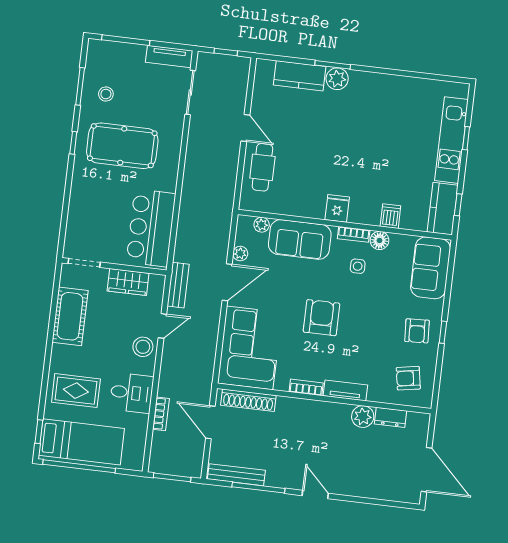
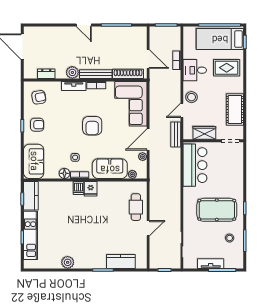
tv unit: (169, 56) -> (211, 264), moved
plant: (337, 79) -> (68, 262), moved
door: (245, 128) -> (148, 228), swing flipped
dishwasher: (390, 216) -> (78, 188), moved
armchair: (417, 331) -> (37, 125), turned 93
plant: (363, 417) -> (72, 72), moved
bench: (236, 475) -> (96, 74), moved

